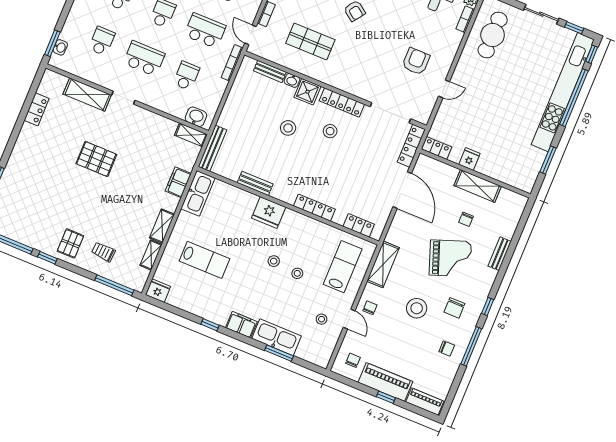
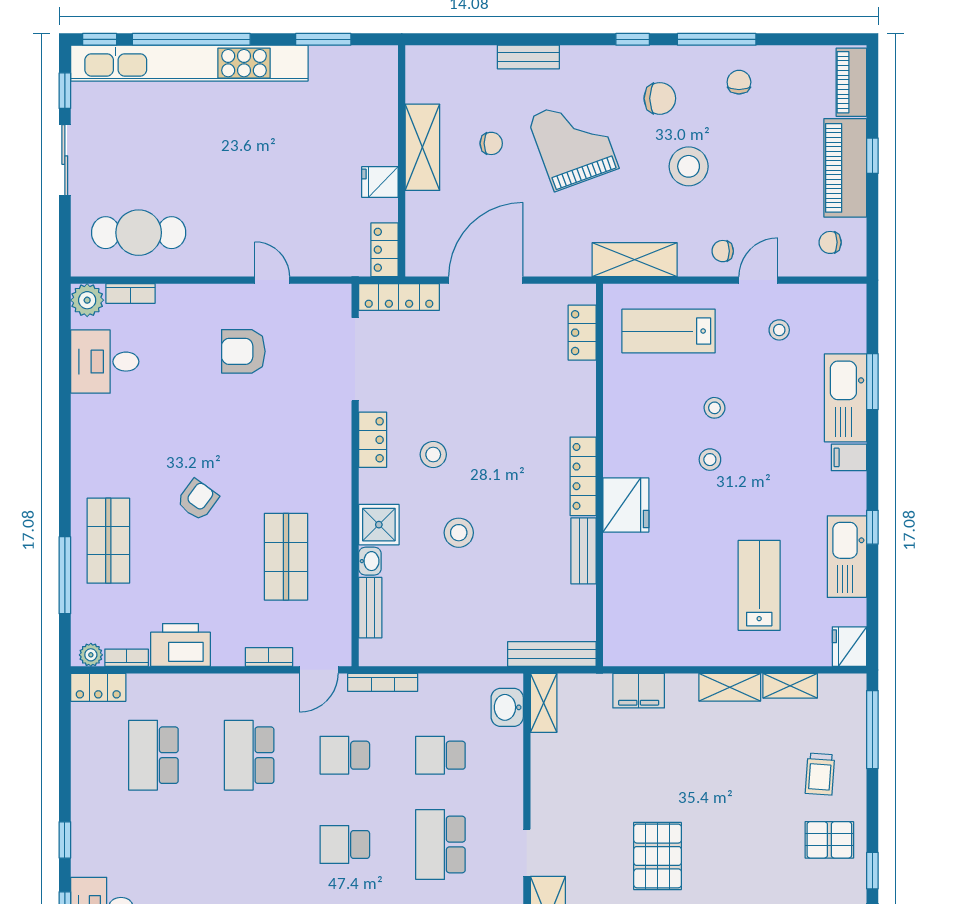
school desk: (205, 31) -> (345, 755), width x0.54
locker: (342, 102) -> (373, 440), width x0.66
kitchen sink: (198, 193) -> (847, 557), moved, turned -90
locker: (314, 208) -> (583, 476), moved
filing cabinet: (241, 325) -> (849, 457), width x0.50

